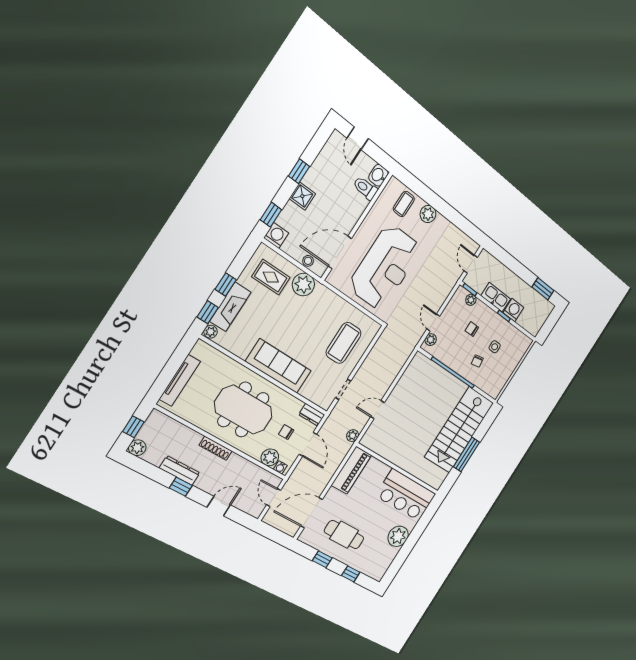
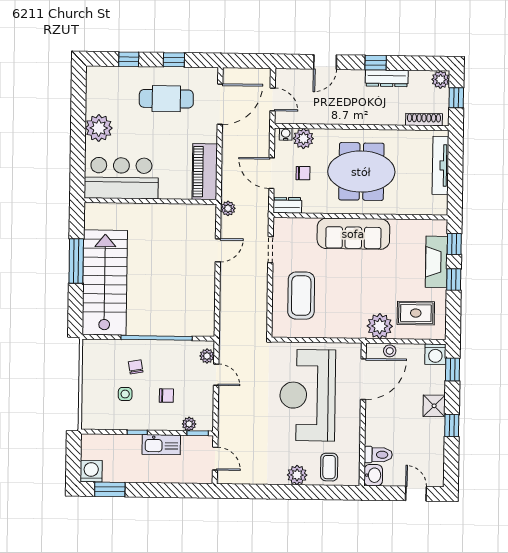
washing machine: (513, 310) -> (91, 471), moved, turned 180
plant: (211, 332) -> (440, 228), removed
shoe rack: (216, 448) -> (424, 119), moved

